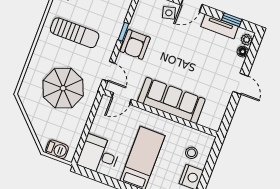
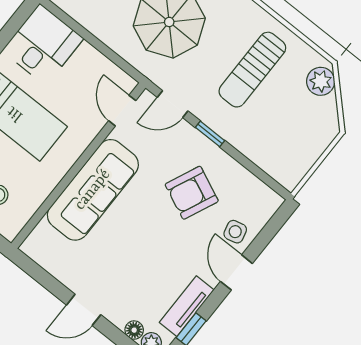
window: (123, 32) -> (210, 134), moved
armchair: (135, 44) -> (192, 193), moved, turned -66

